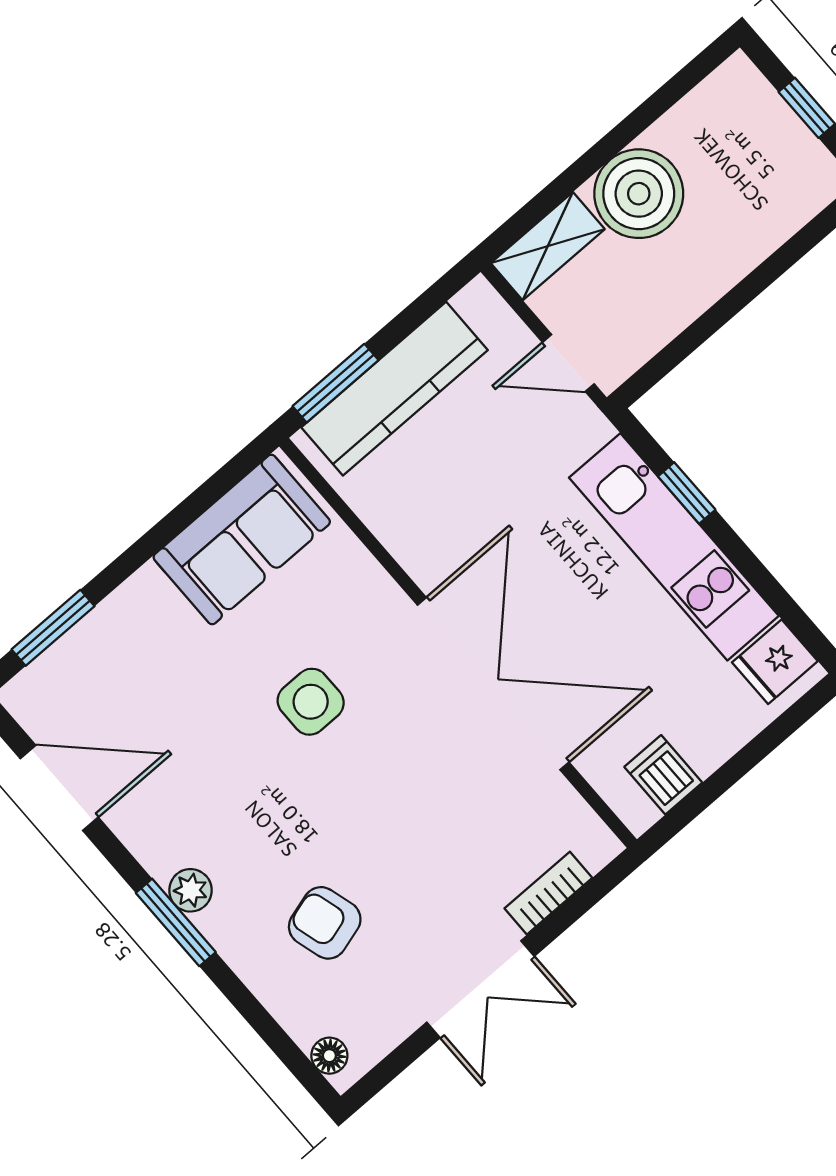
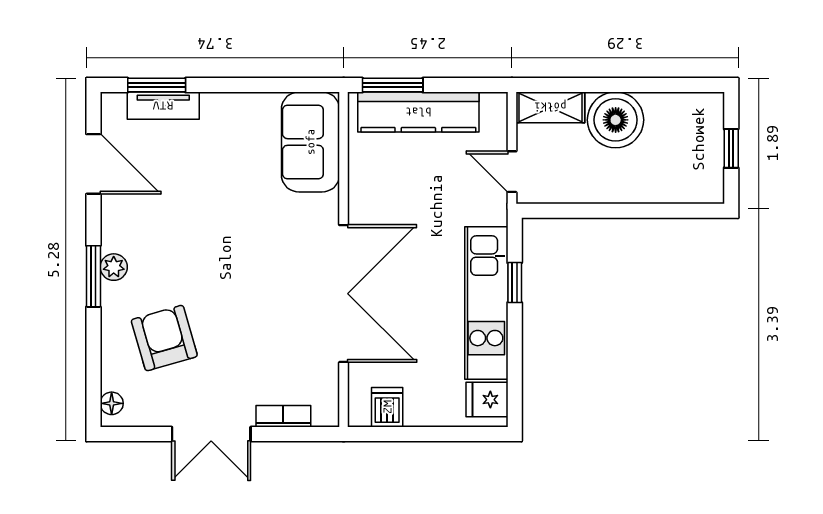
sofa: (242, 539) -> (310, 142), moved, turned 90
tv unit: (82, 646) -> (163, 106), added
side table: (311, 702) -> (249, 227), removed
armchair: (325, 923) -> (164, 338), width x1.38, depth x1.38

